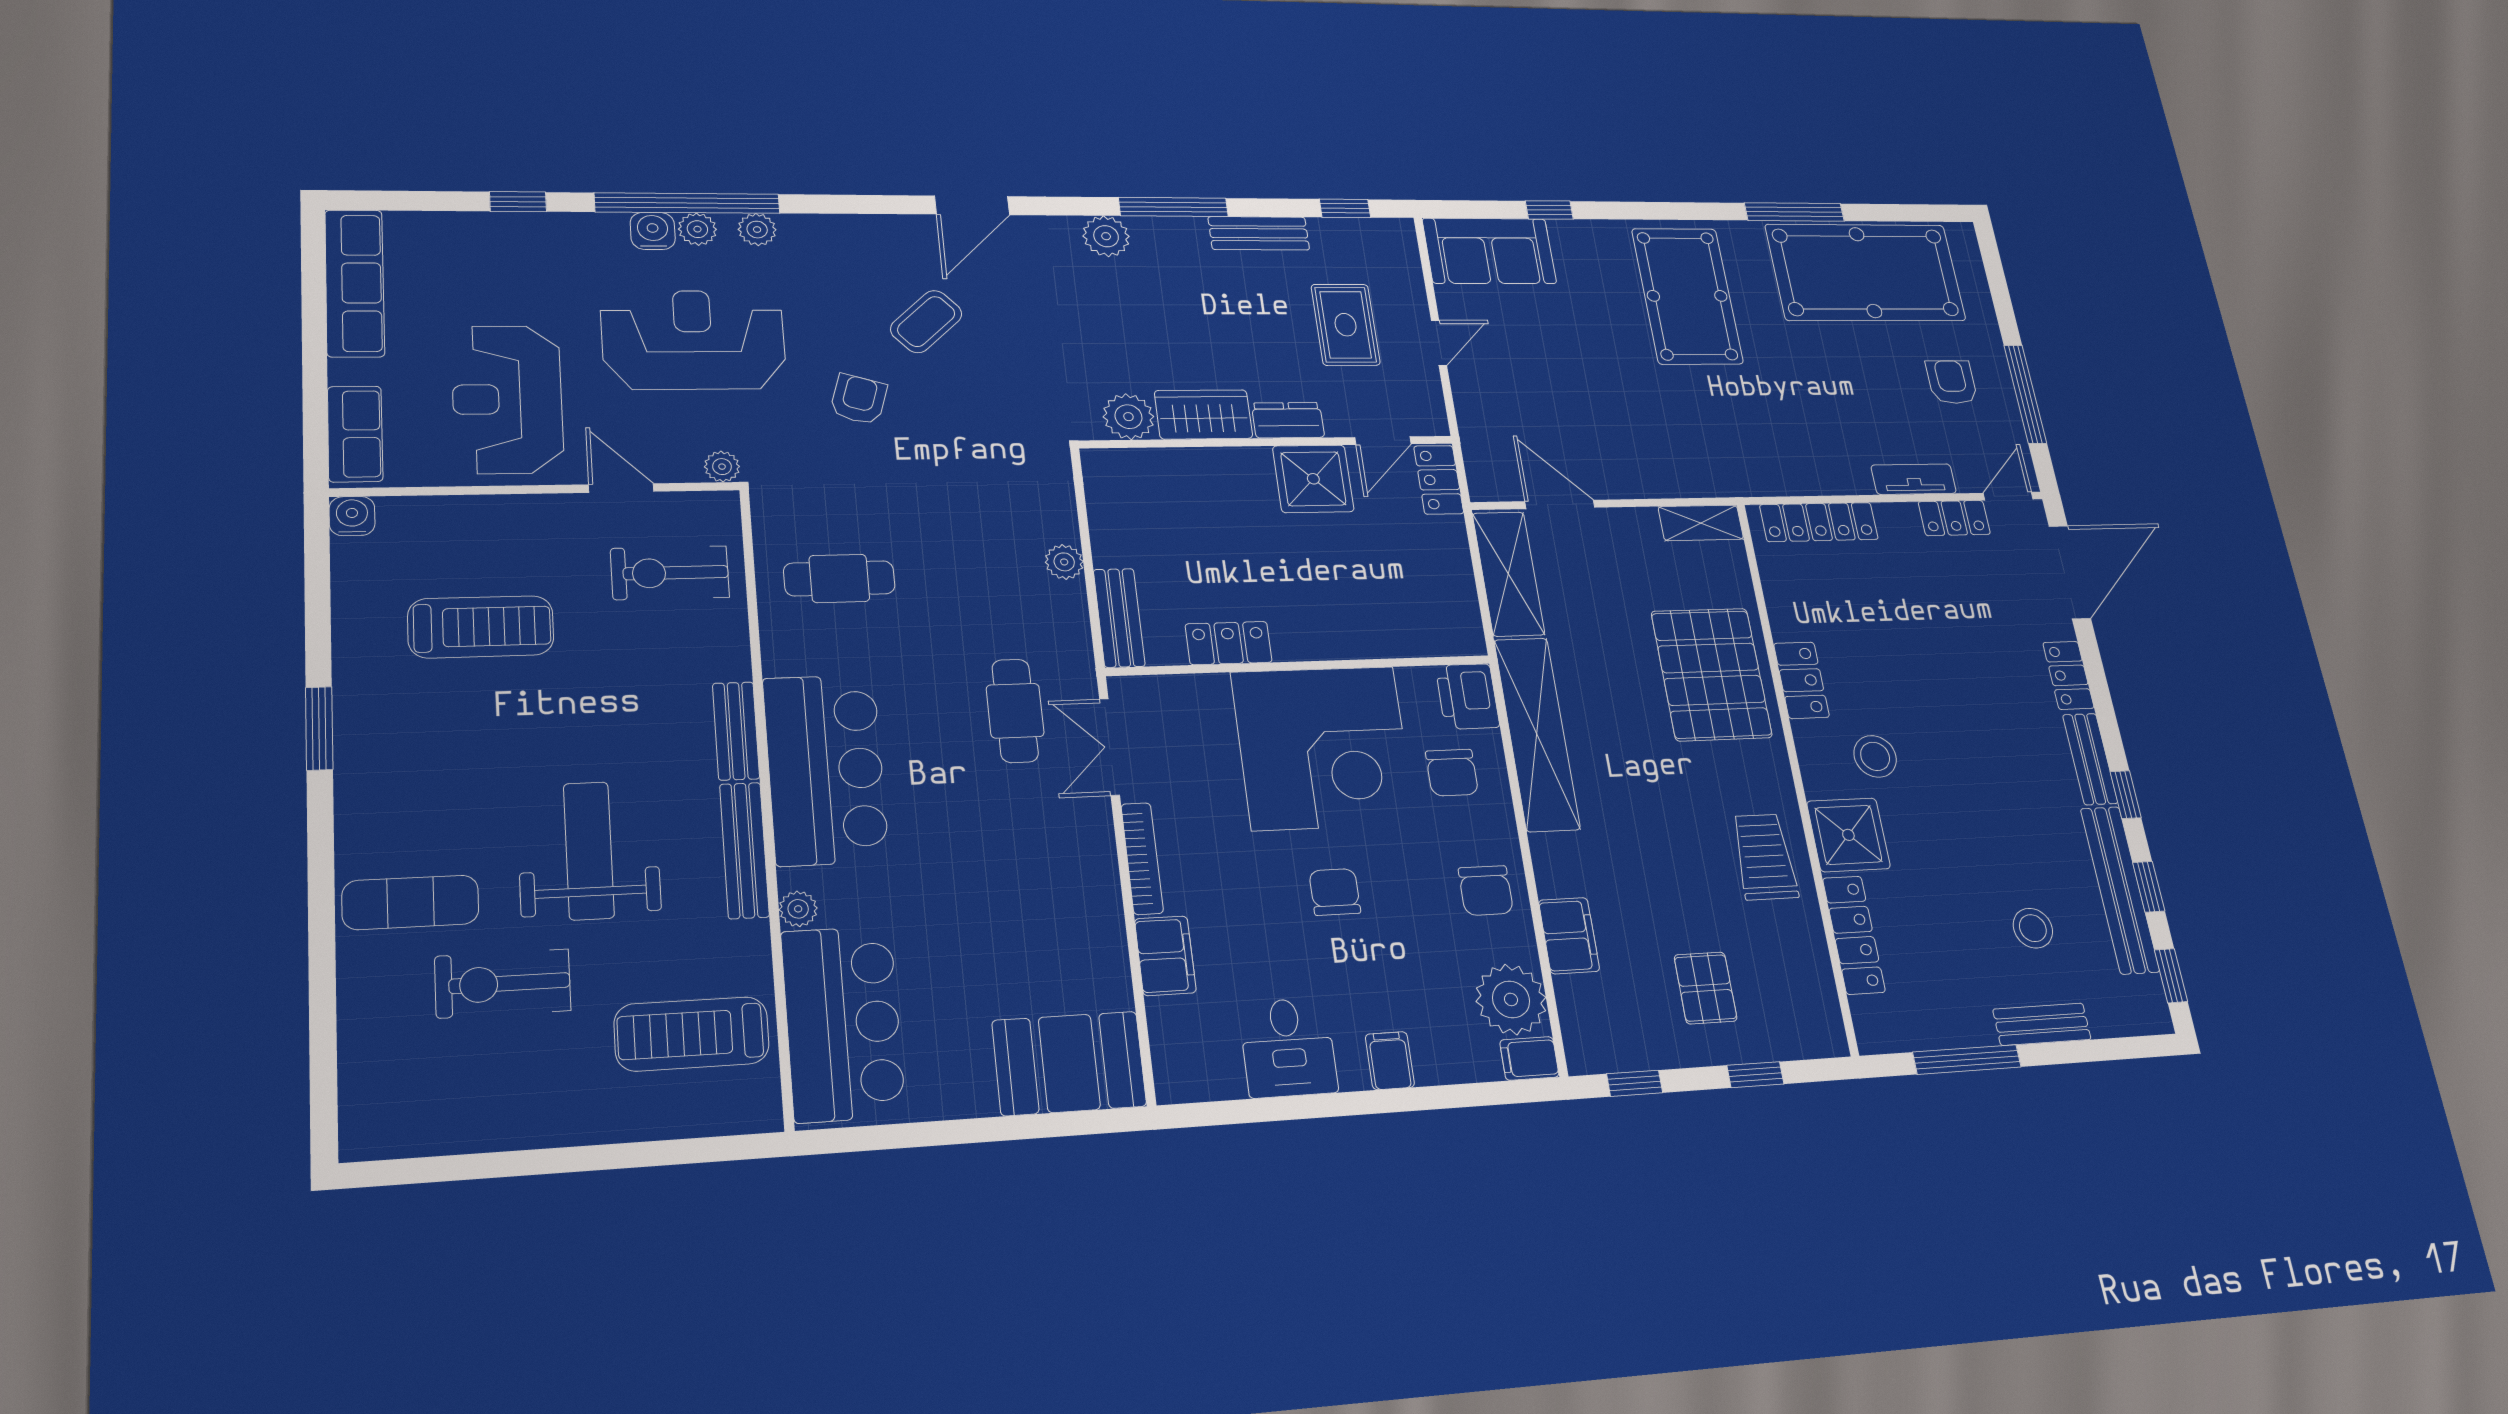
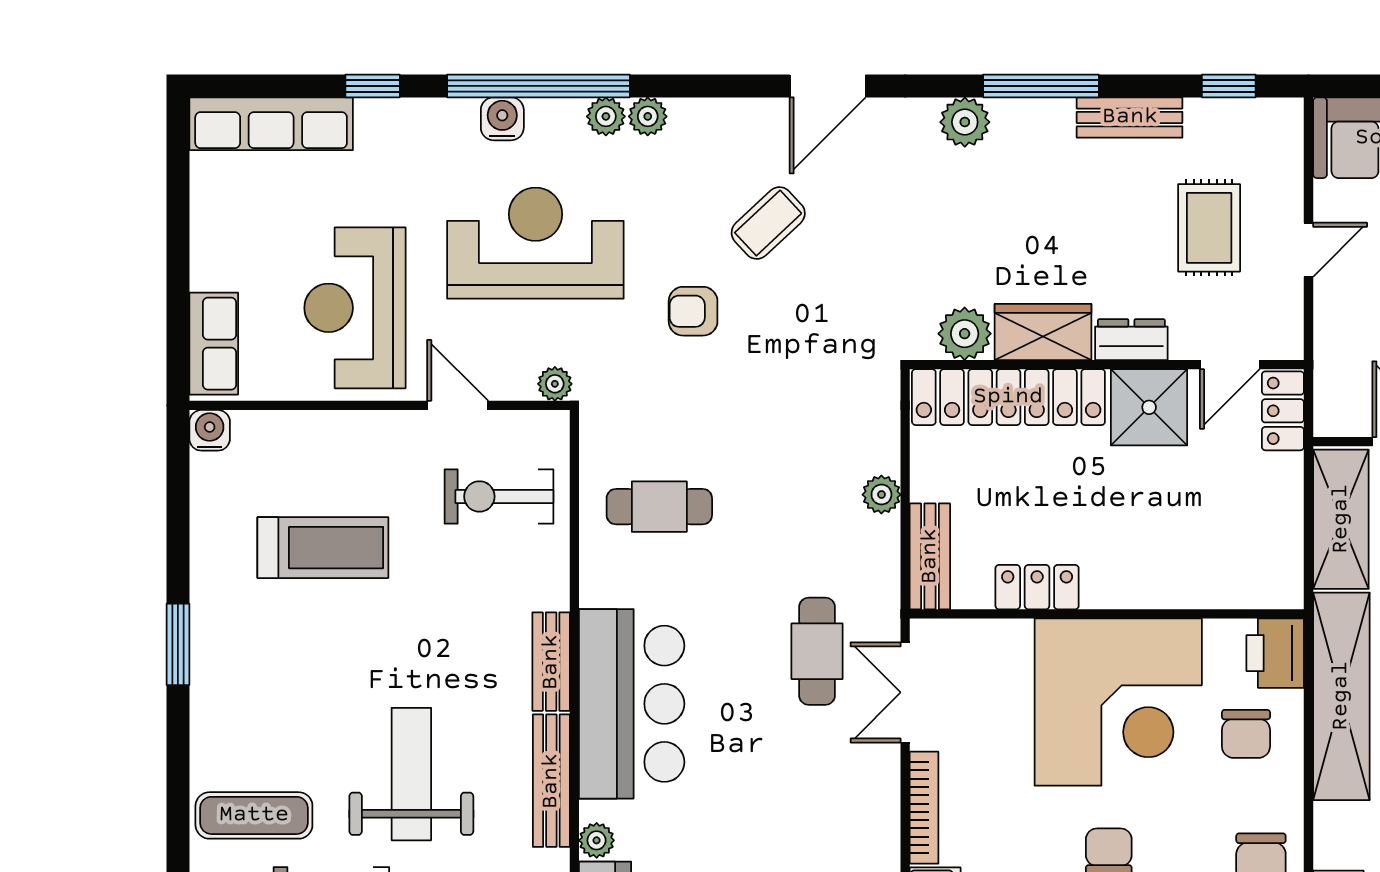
plant: (697, 229) -> (648, 116), moved
row of seats: (355, 283) -> (271, 124), moved, turned 90
armchair: (859, 399) -> (693, 311), turned -107
locker: (1178, 472) -> (1008, 397), added

